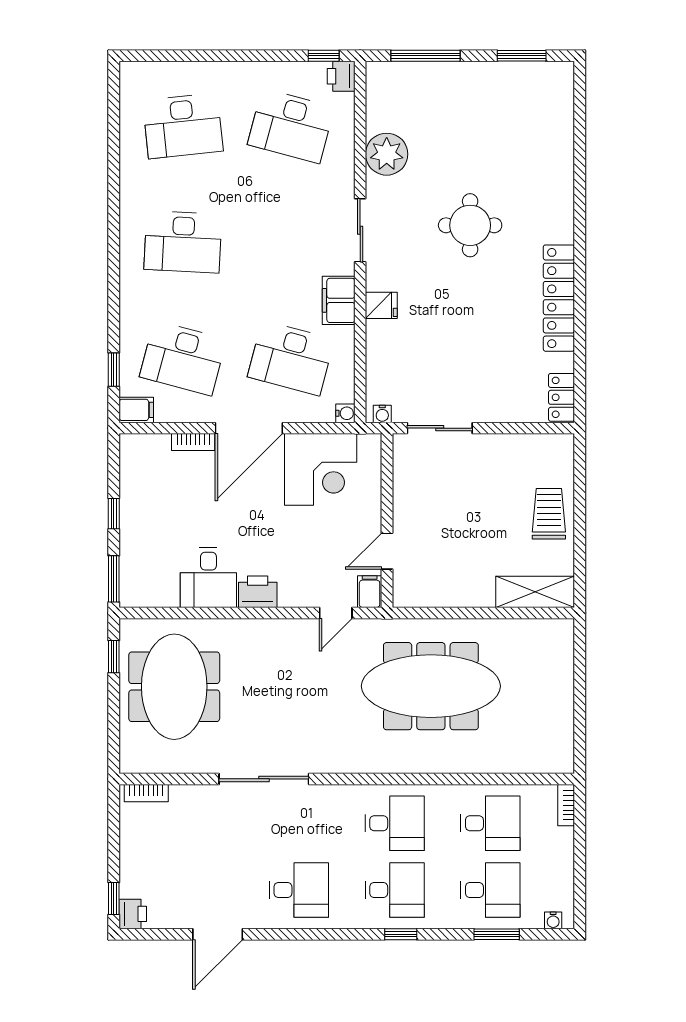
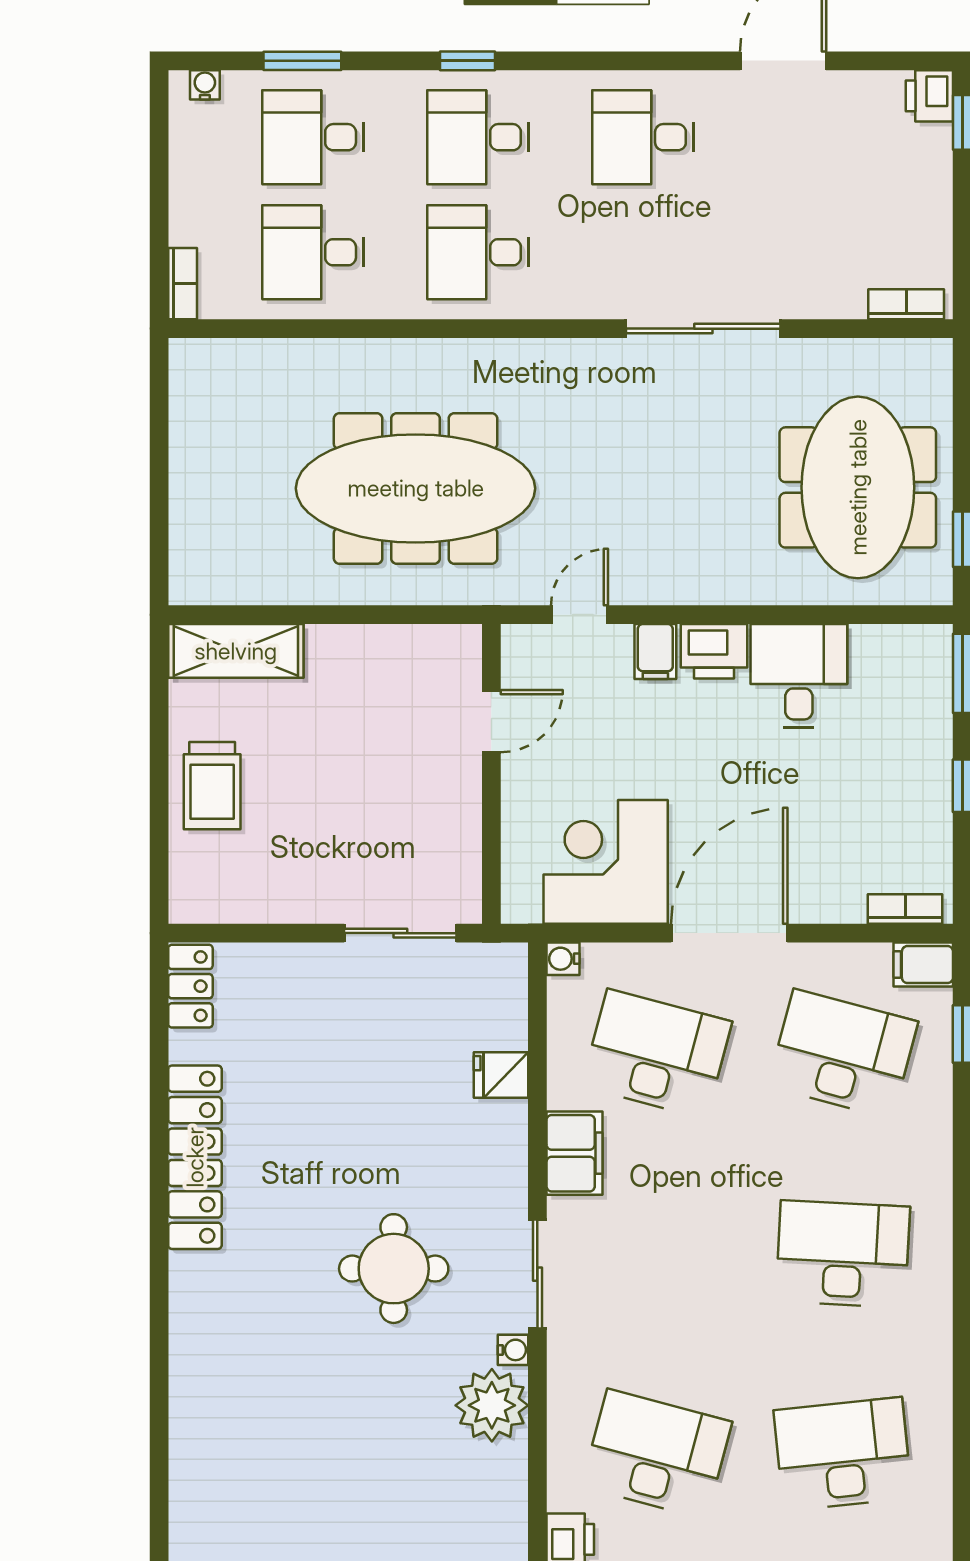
round table: (470, 225) -> (394, 1269), moved
fridge: (381, 305) -> (501, 1075), moved
water cooler: (382, 414) -> (513, 1350), moved, turned 90
bookcase: (193, 442) -> (905, 909), moved
filing cabinet: (370, 592) -> (655, 652), moved

